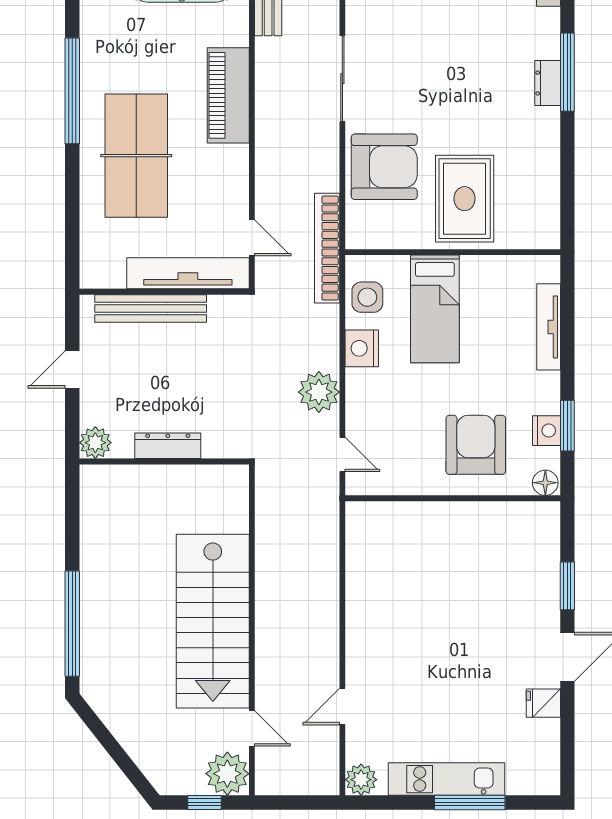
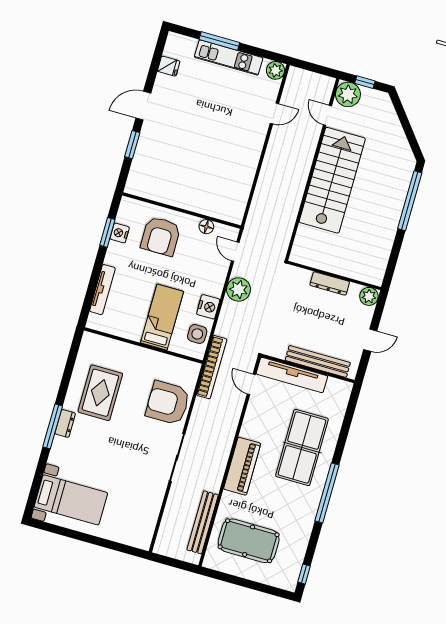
rug: (465, 199) -> (100, 393), moved
floor lamp: (545, 483) -> (206, 227), moved
fridge: (543, 703) -> (169, 66), moved

